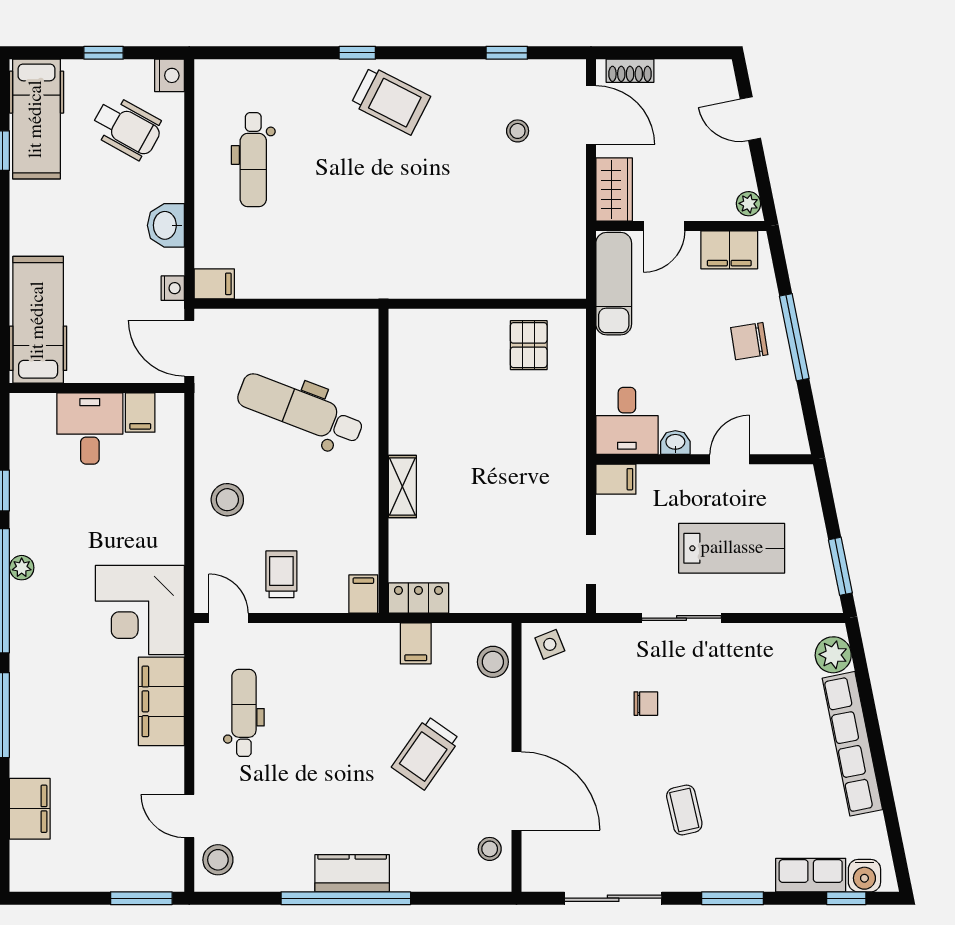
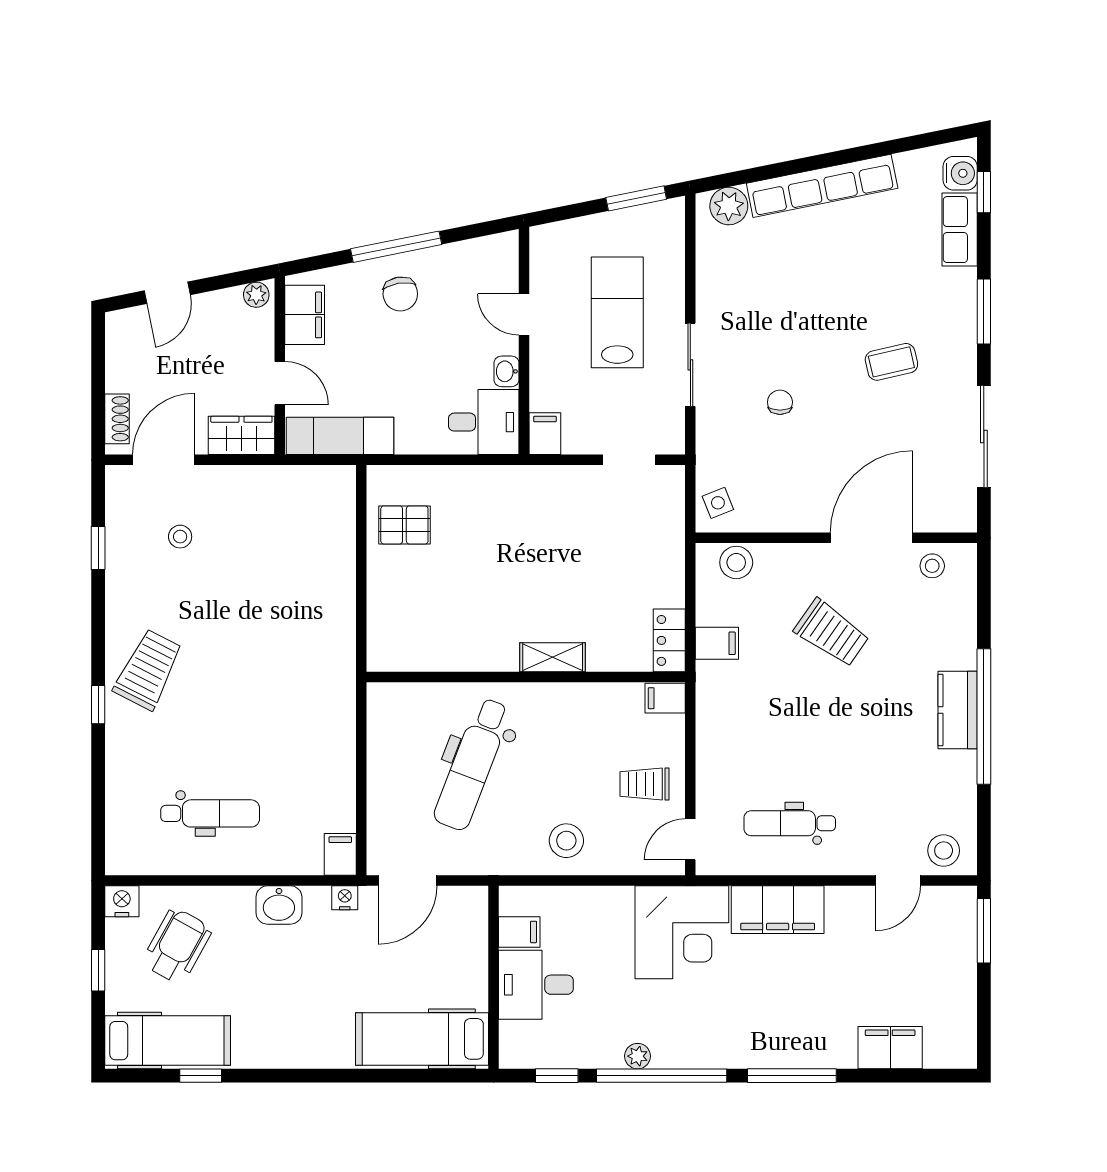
hospital bed: (38, 320) -> (422, 1039), moved
wall: (97, 388) -> (494, 977), moved
filing cabinet: (140, 413) -> (519, 932), moved
desk: (90, 428) -> (536, 985), moved

